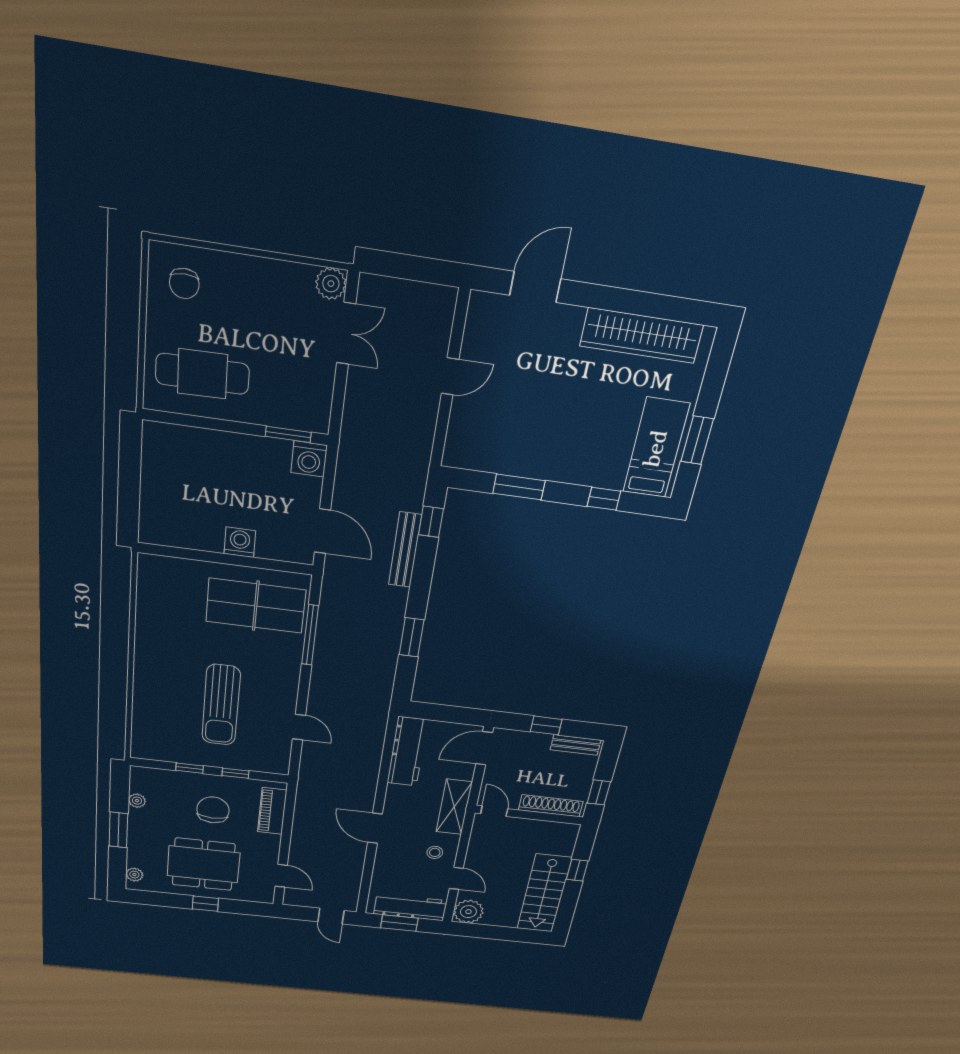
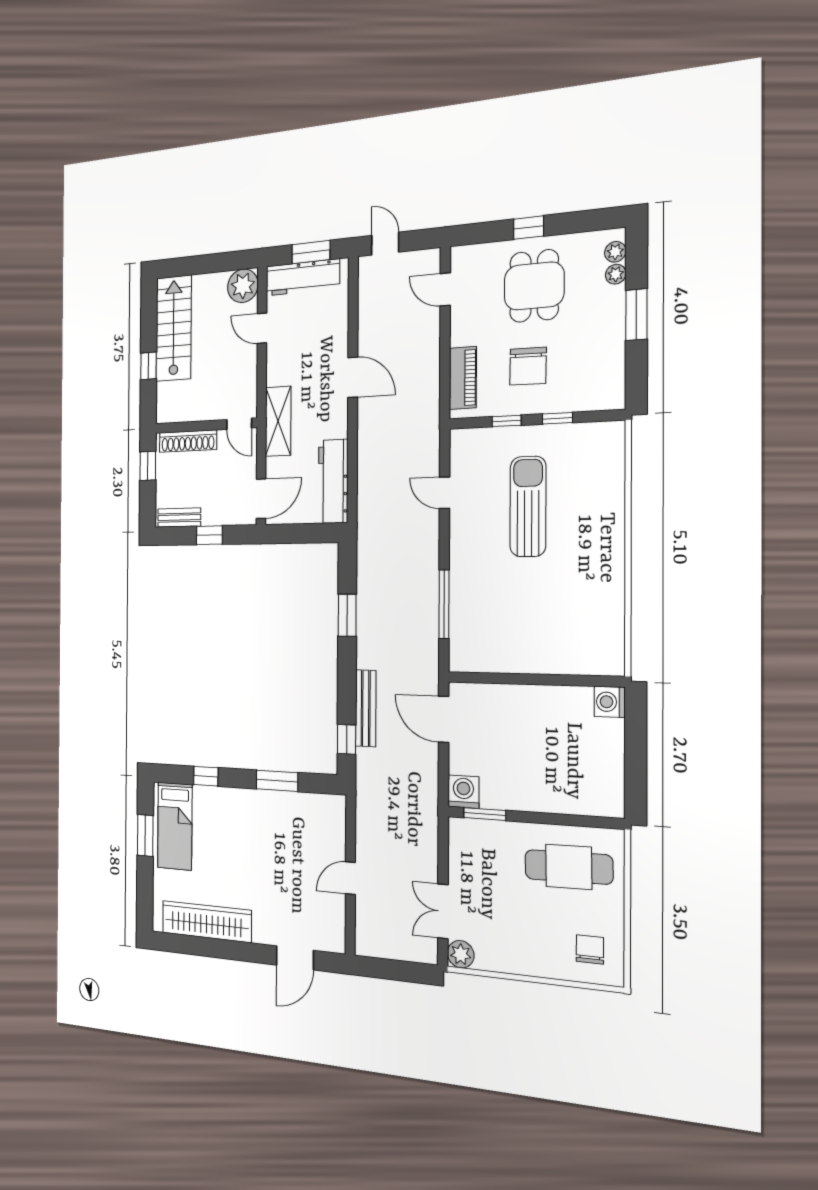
washing machine: (240, 542) -> (610, 702), moved, turned 90
table tennis table: (256, 606) -> (501, 630), removed
plant: (137, 801) -> (616, 274), moved
stool: (435, 852) -> (288, 358), removed
dining table: (204, 864) -> (534, 286), width x0.73

